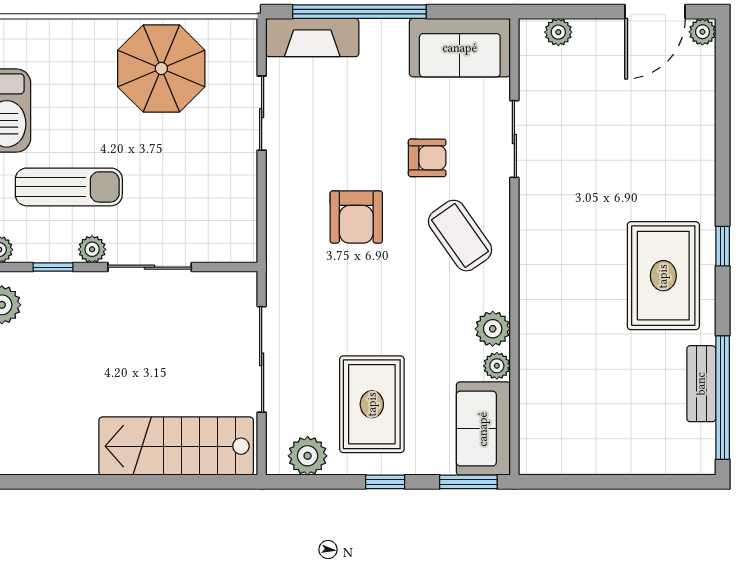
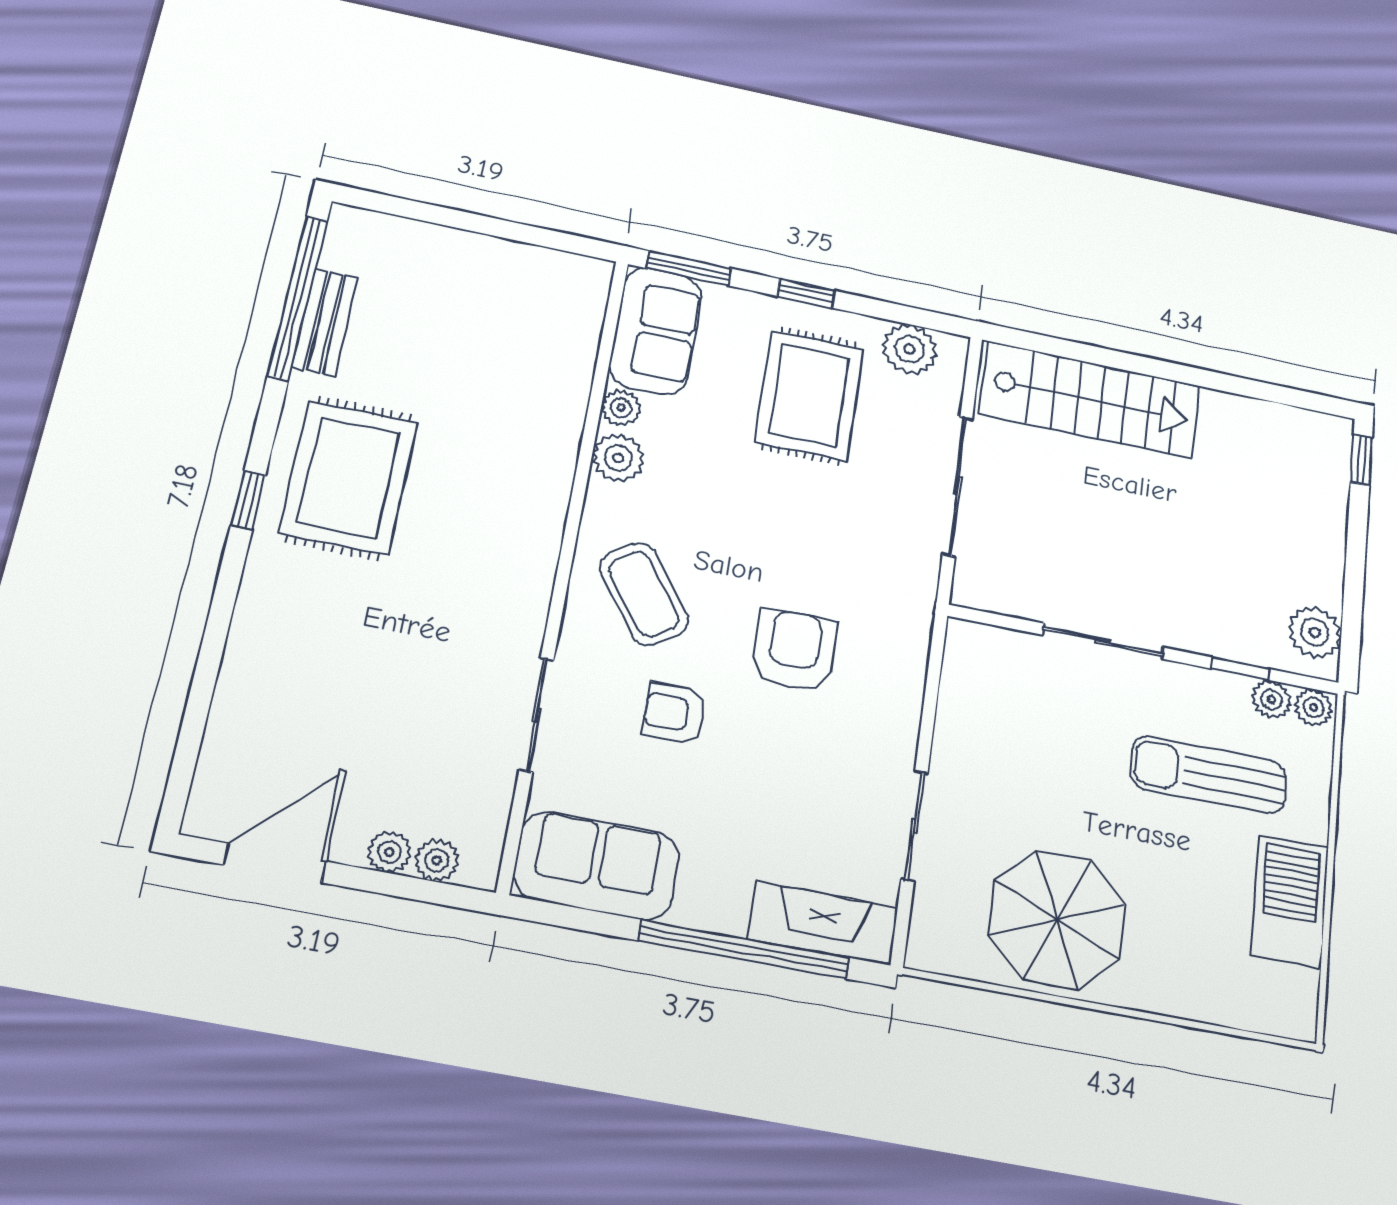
plant: (702, 32) -> (389, 852), moved
plant: (92, 249) -> (1271, 700), moved

